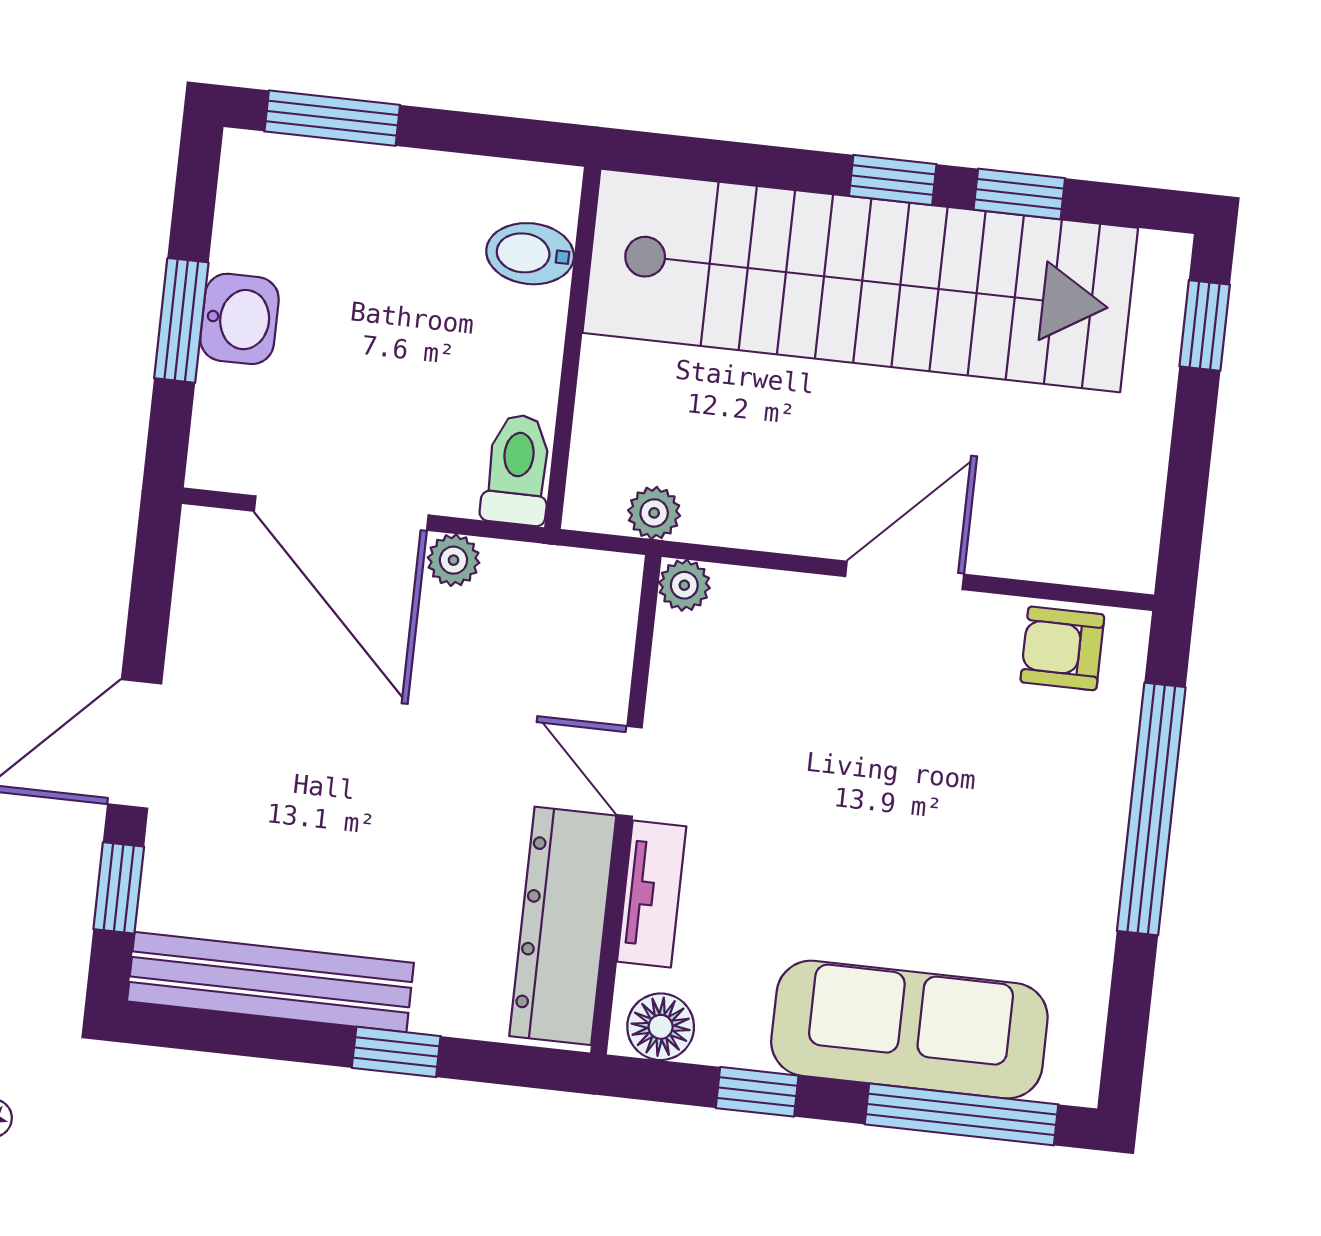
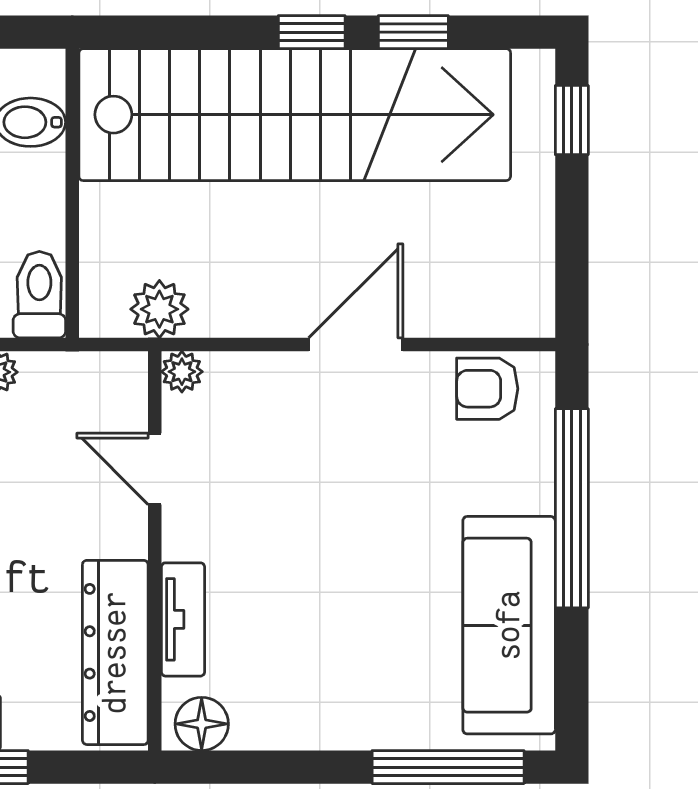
plant: (654, 513) -> (159, 309), width x1.38, depth x1.38
door: (630, 771) -> (155, 469), moved
sofa: (909, 1030) -> (509, 625), moved, turned -90
window: (757, 1092) -> (284, 767), removed

